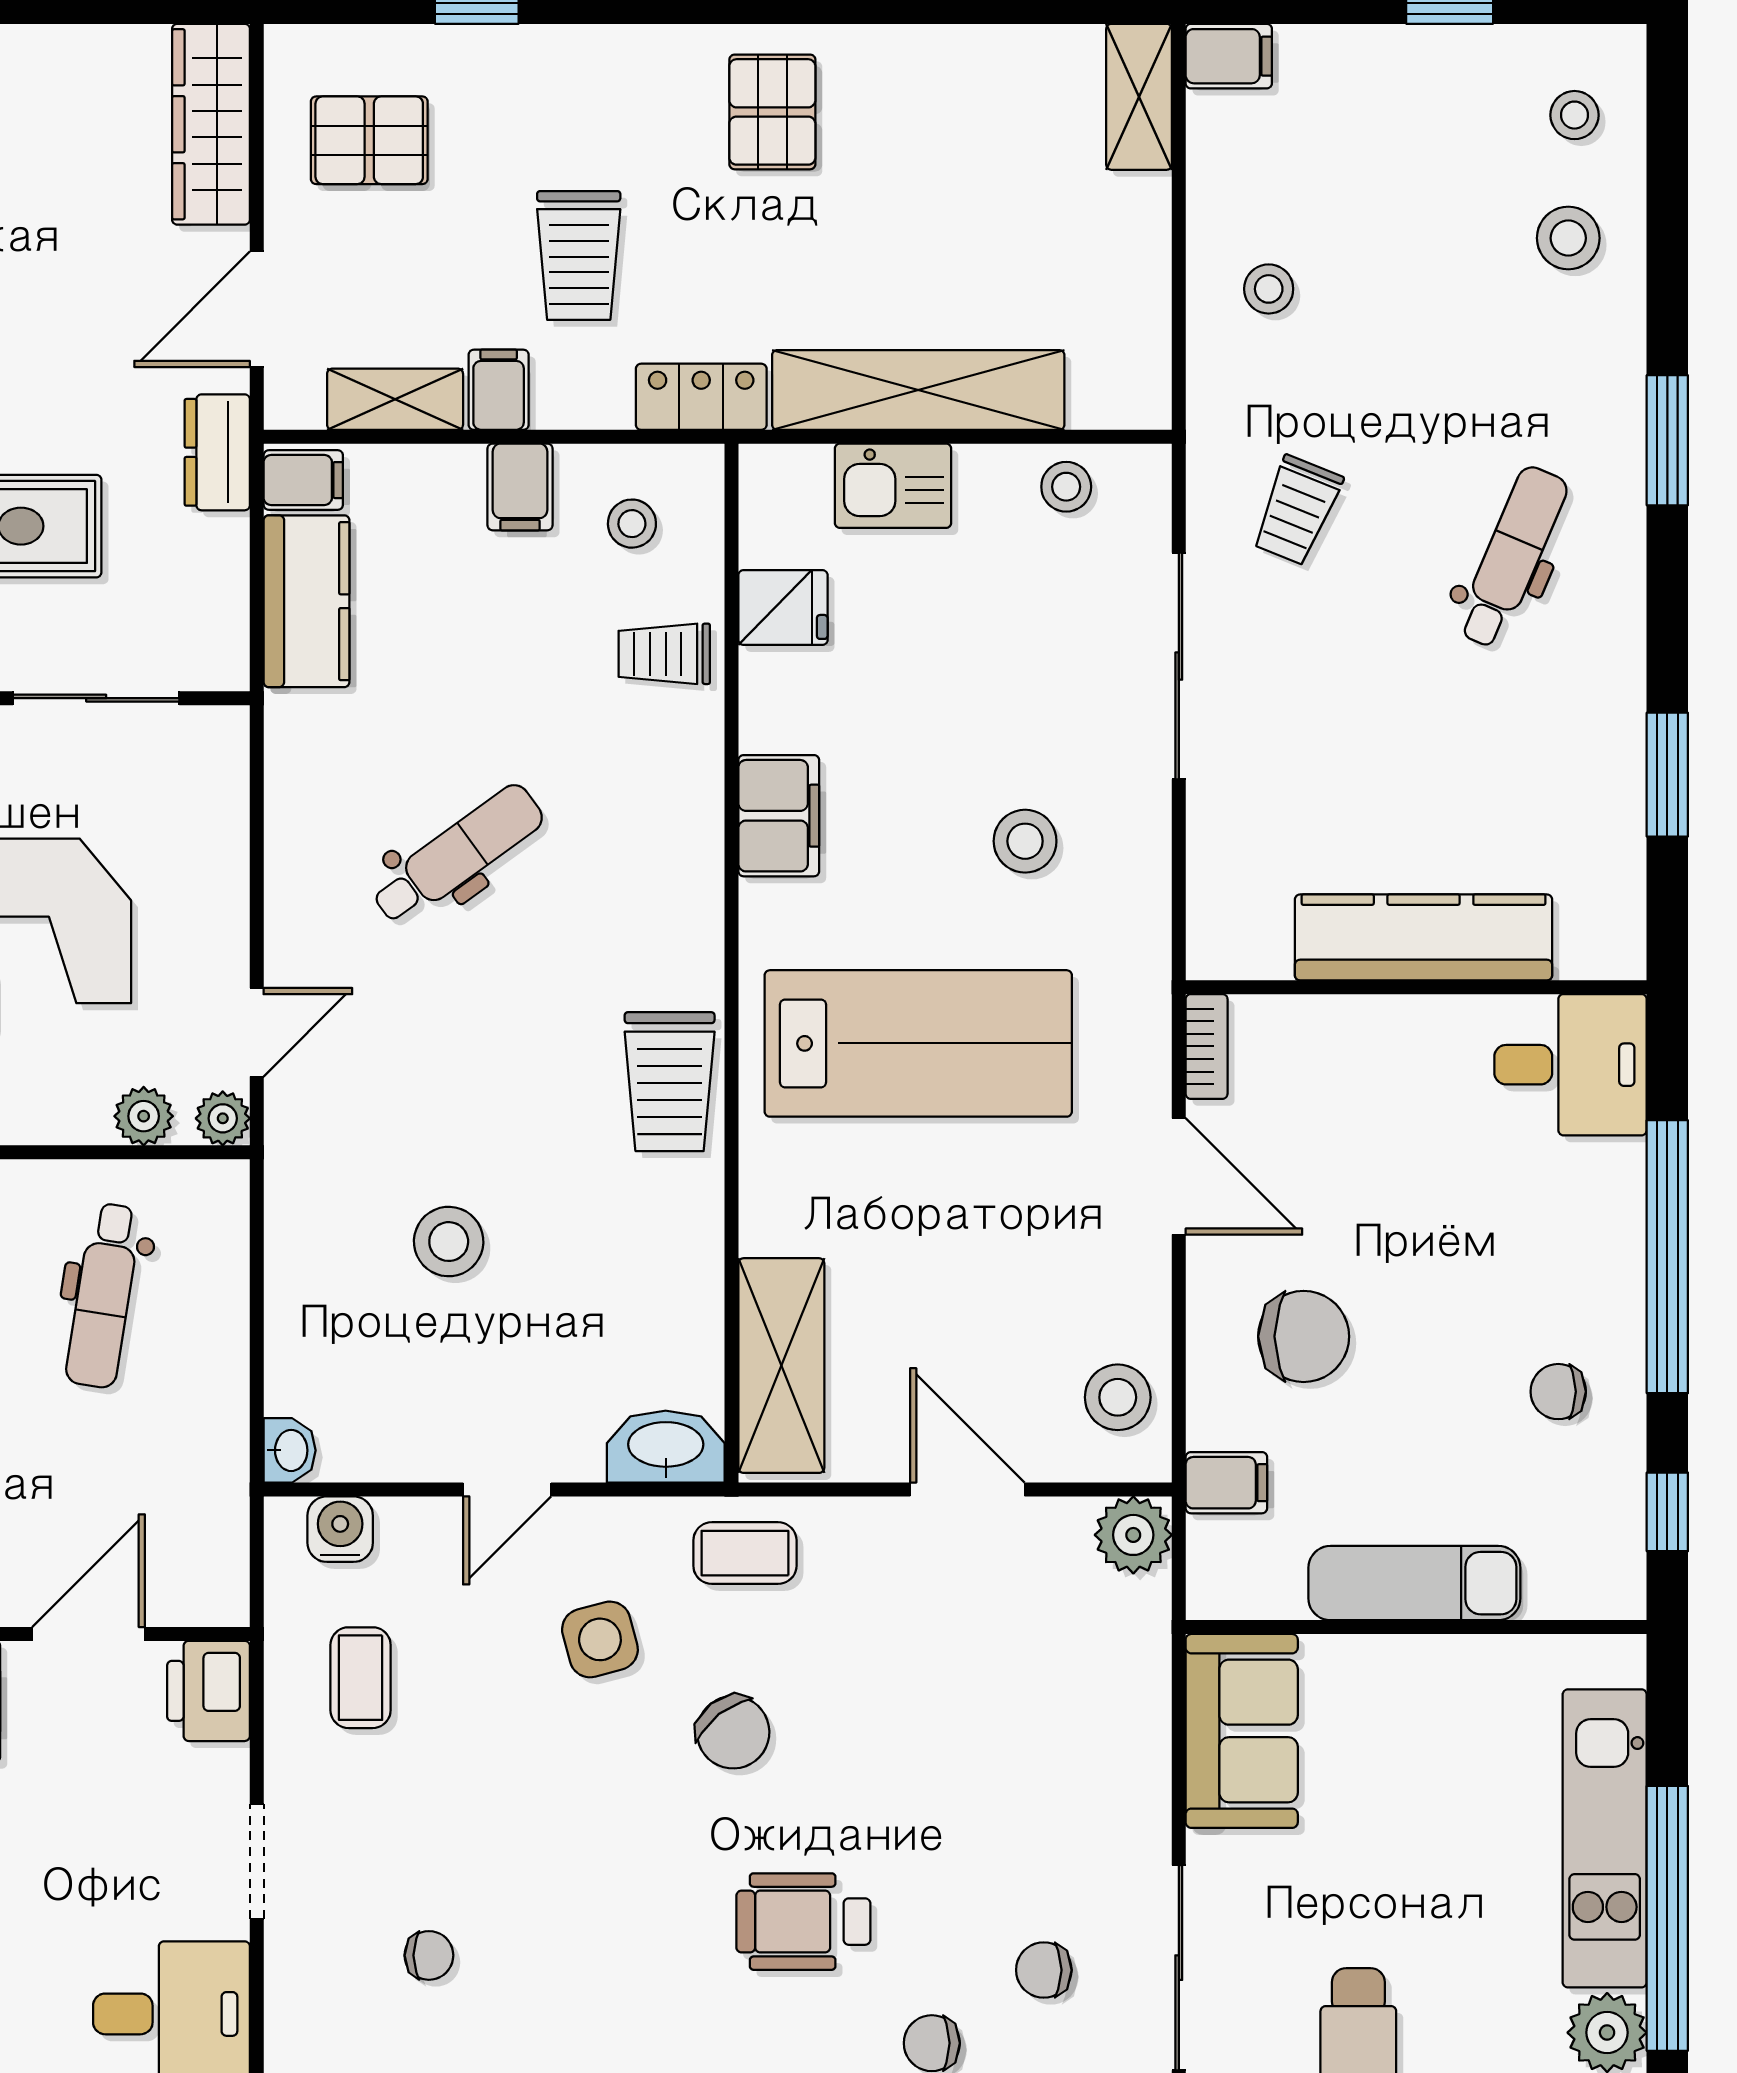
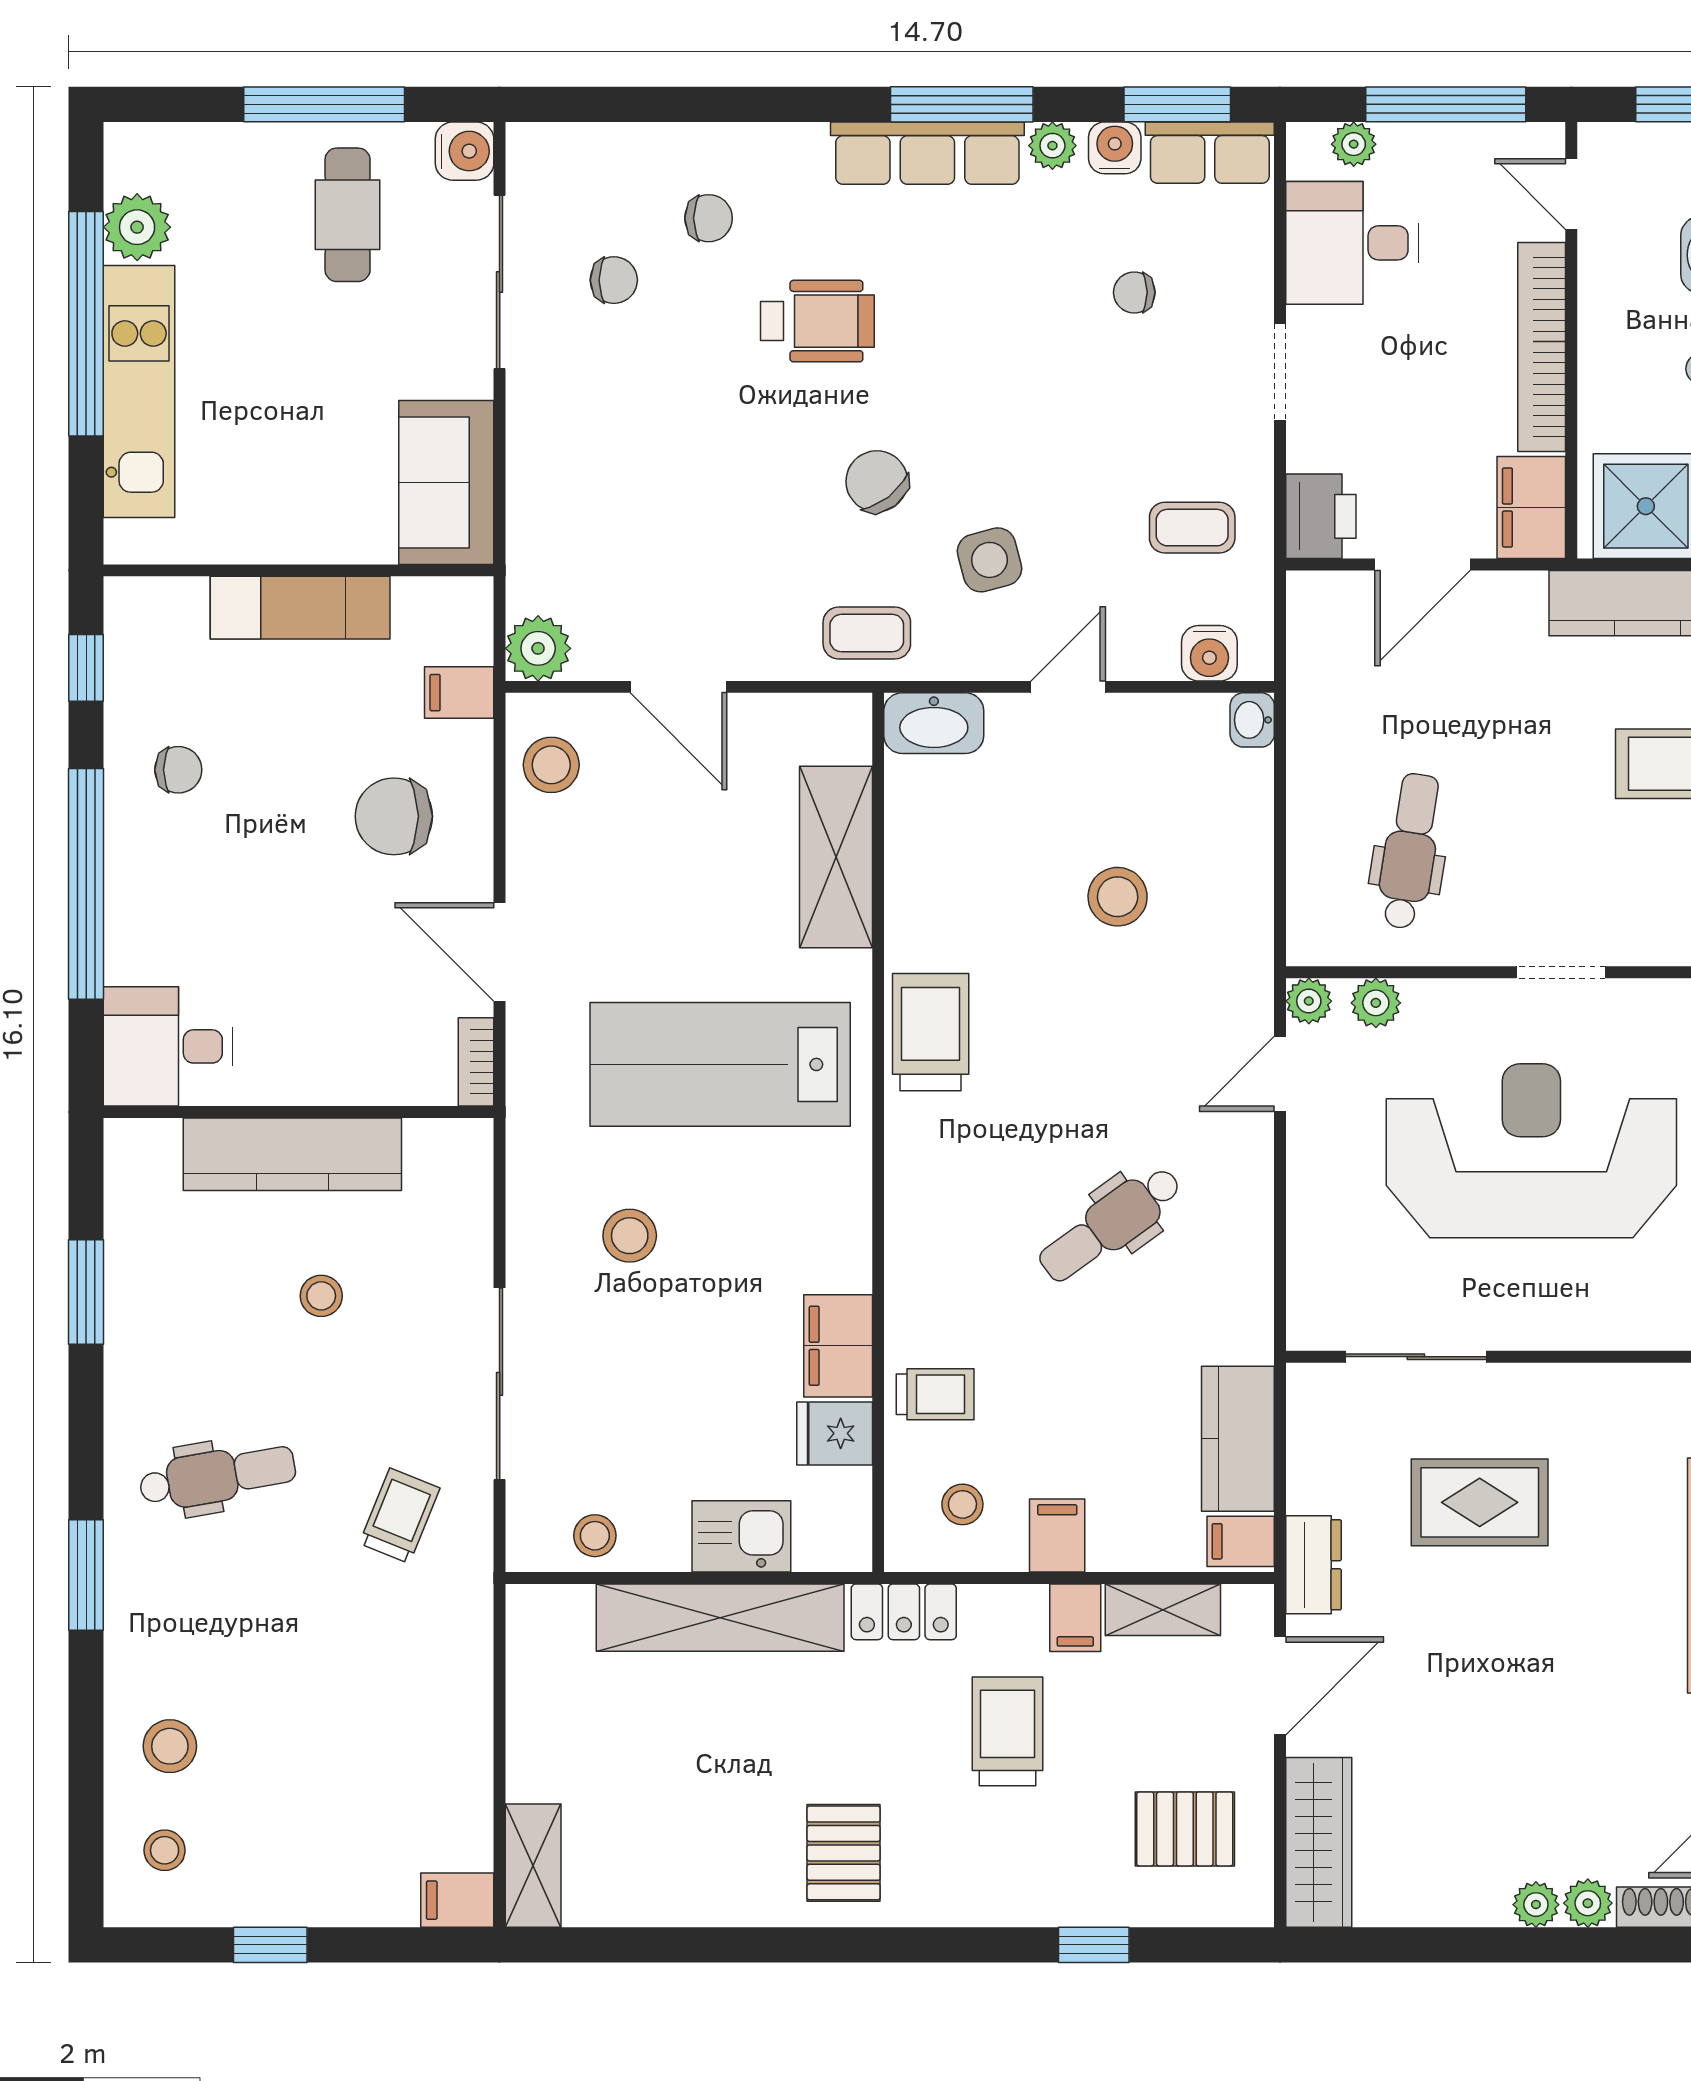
stool: (1269, 289) -> (321, 1296), moved
dental chair: (1512, 557) -> (218, 1476), turned -123
filing cabinet: (779, 816) -> (838, 1346), moved
shelving: (781, 1366) -> (836, 857), moved
coffee table: (361, 1678) -> (1192, 528), turned 90

